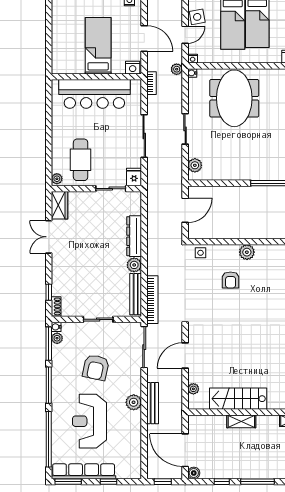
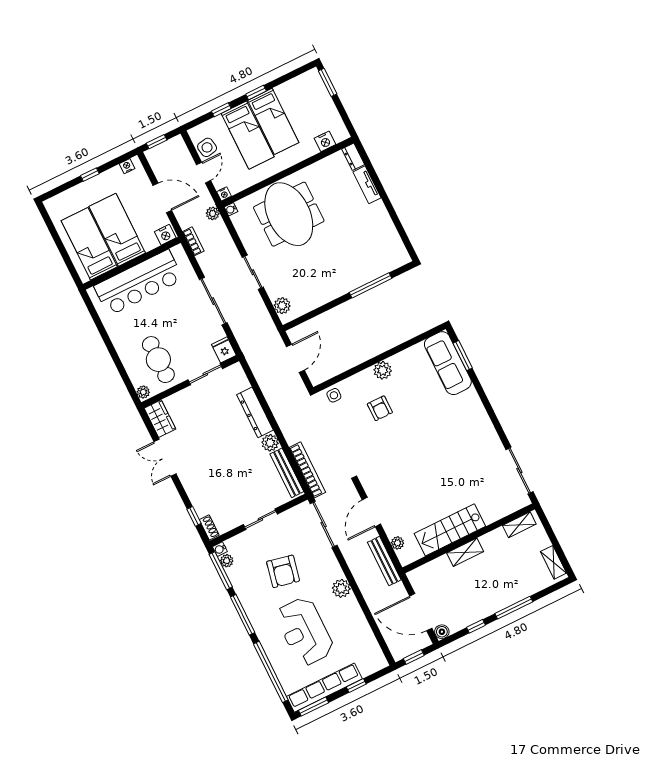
bed: (72, 46) -> (89, 244), added
bench: (153, 403) -> (384, 561), moved

